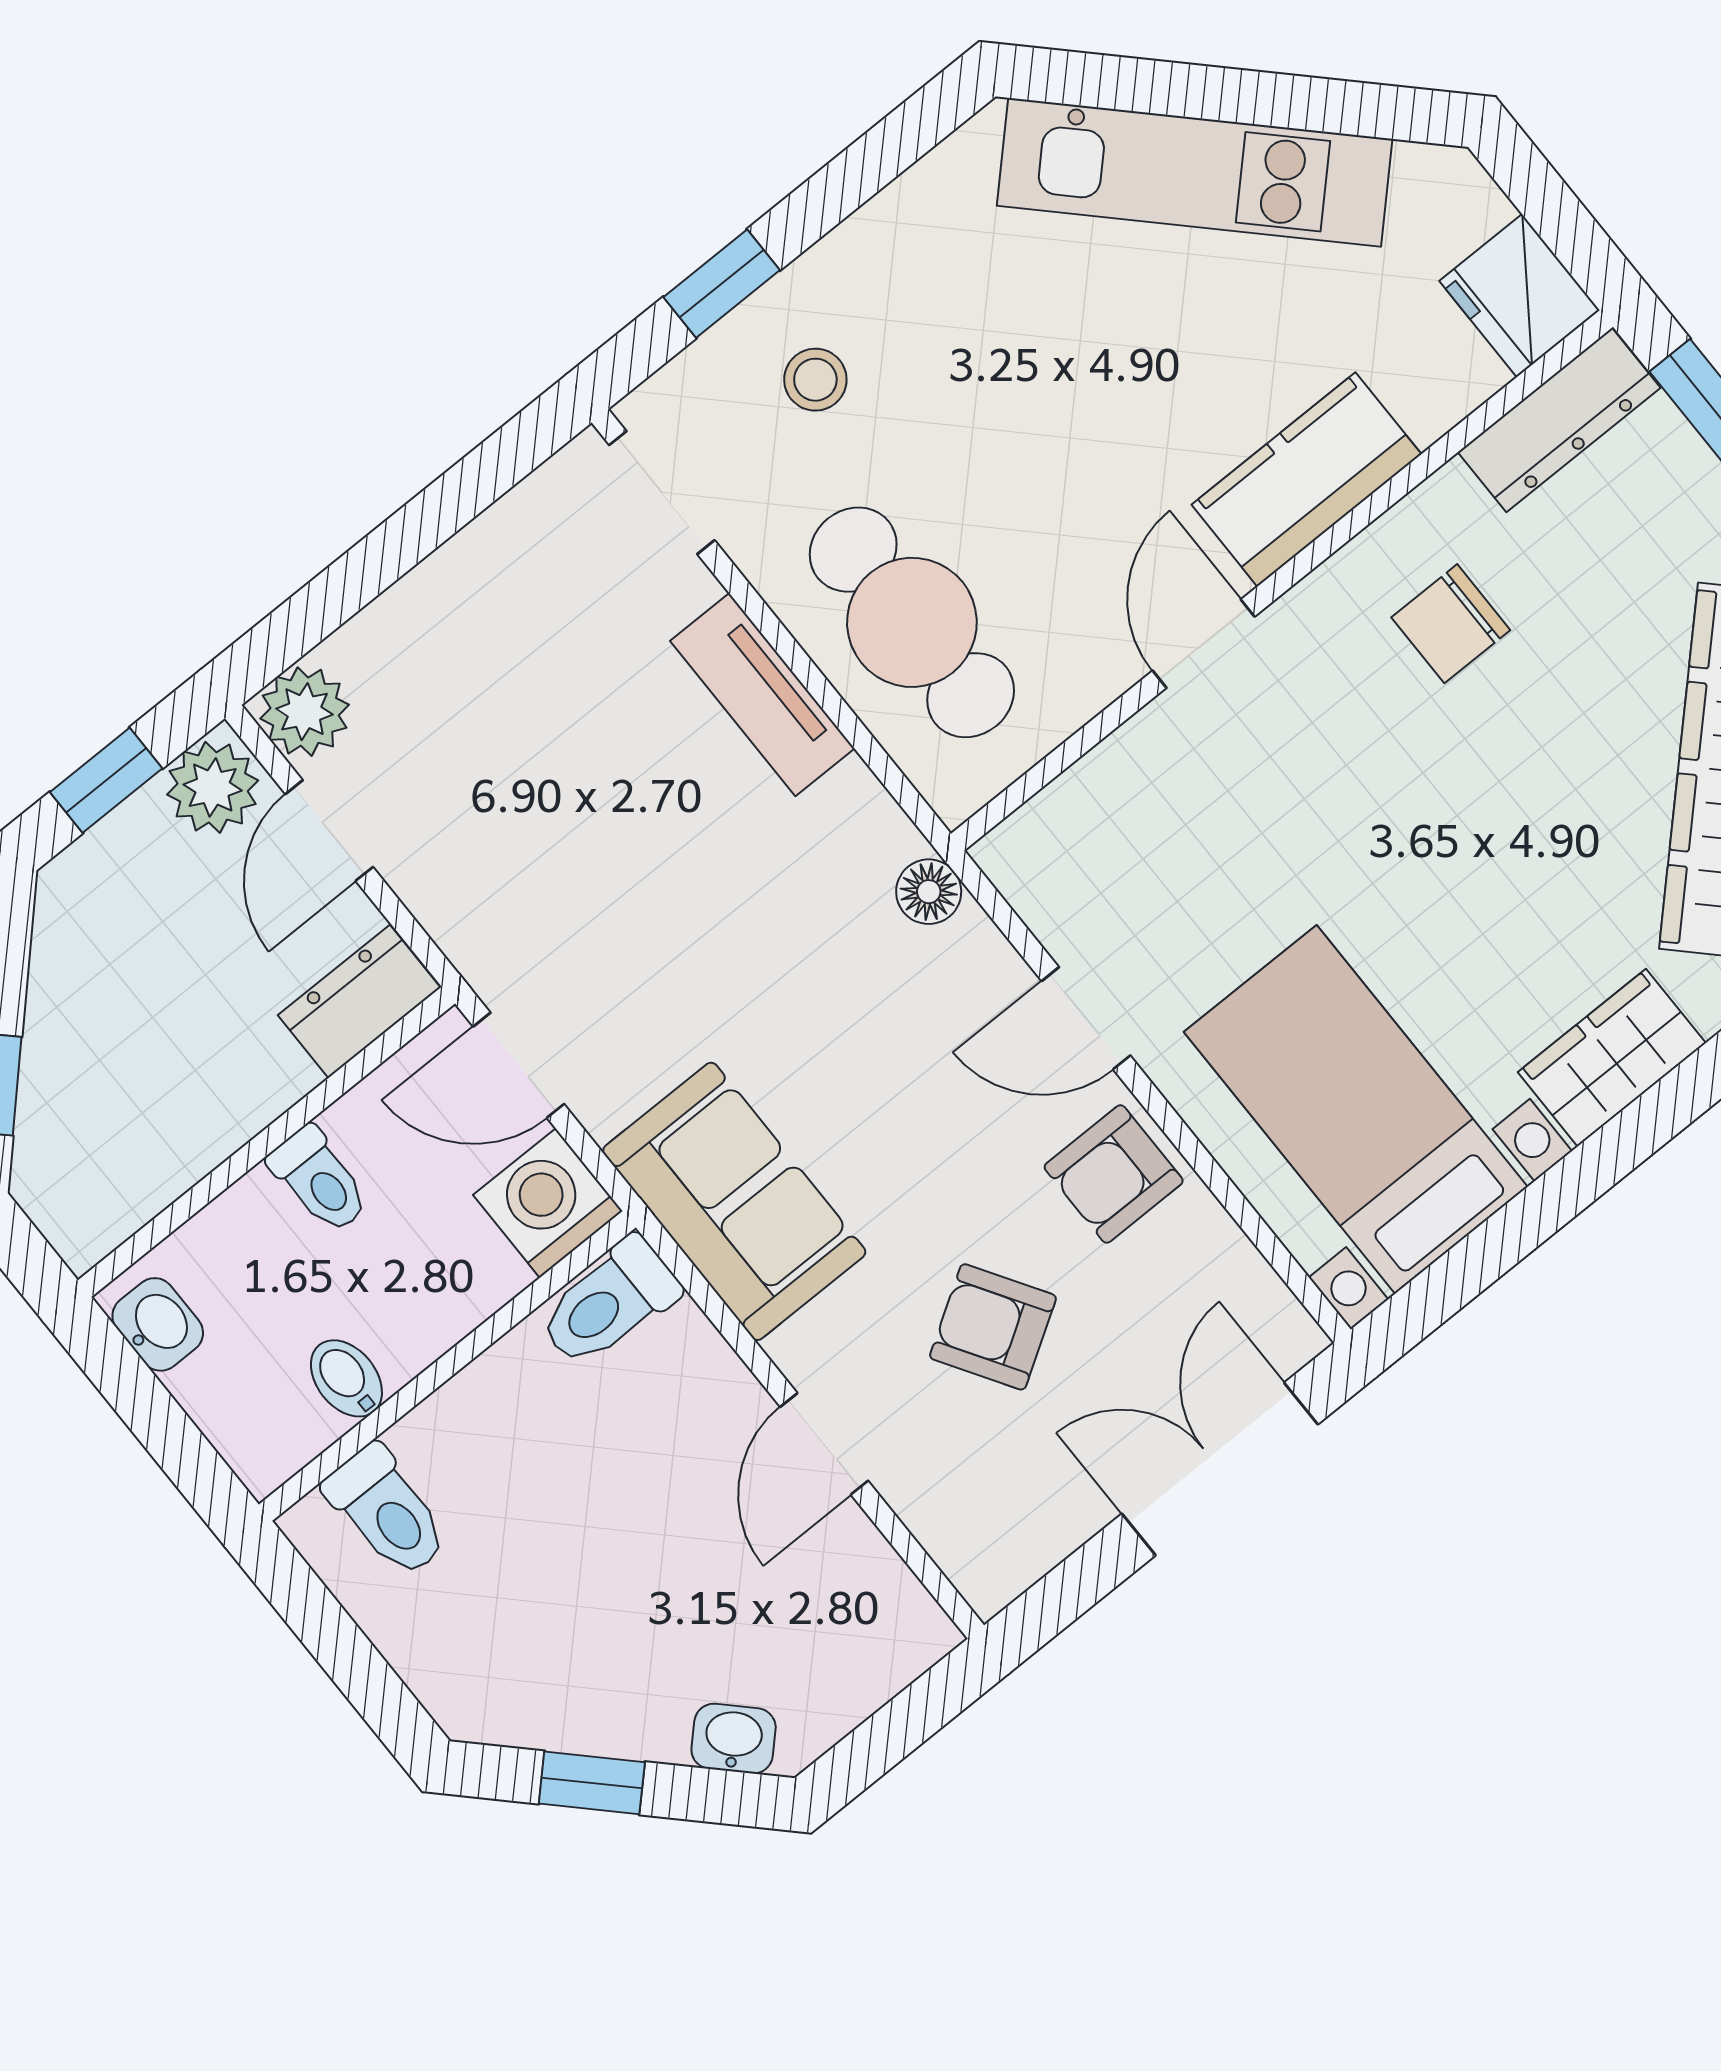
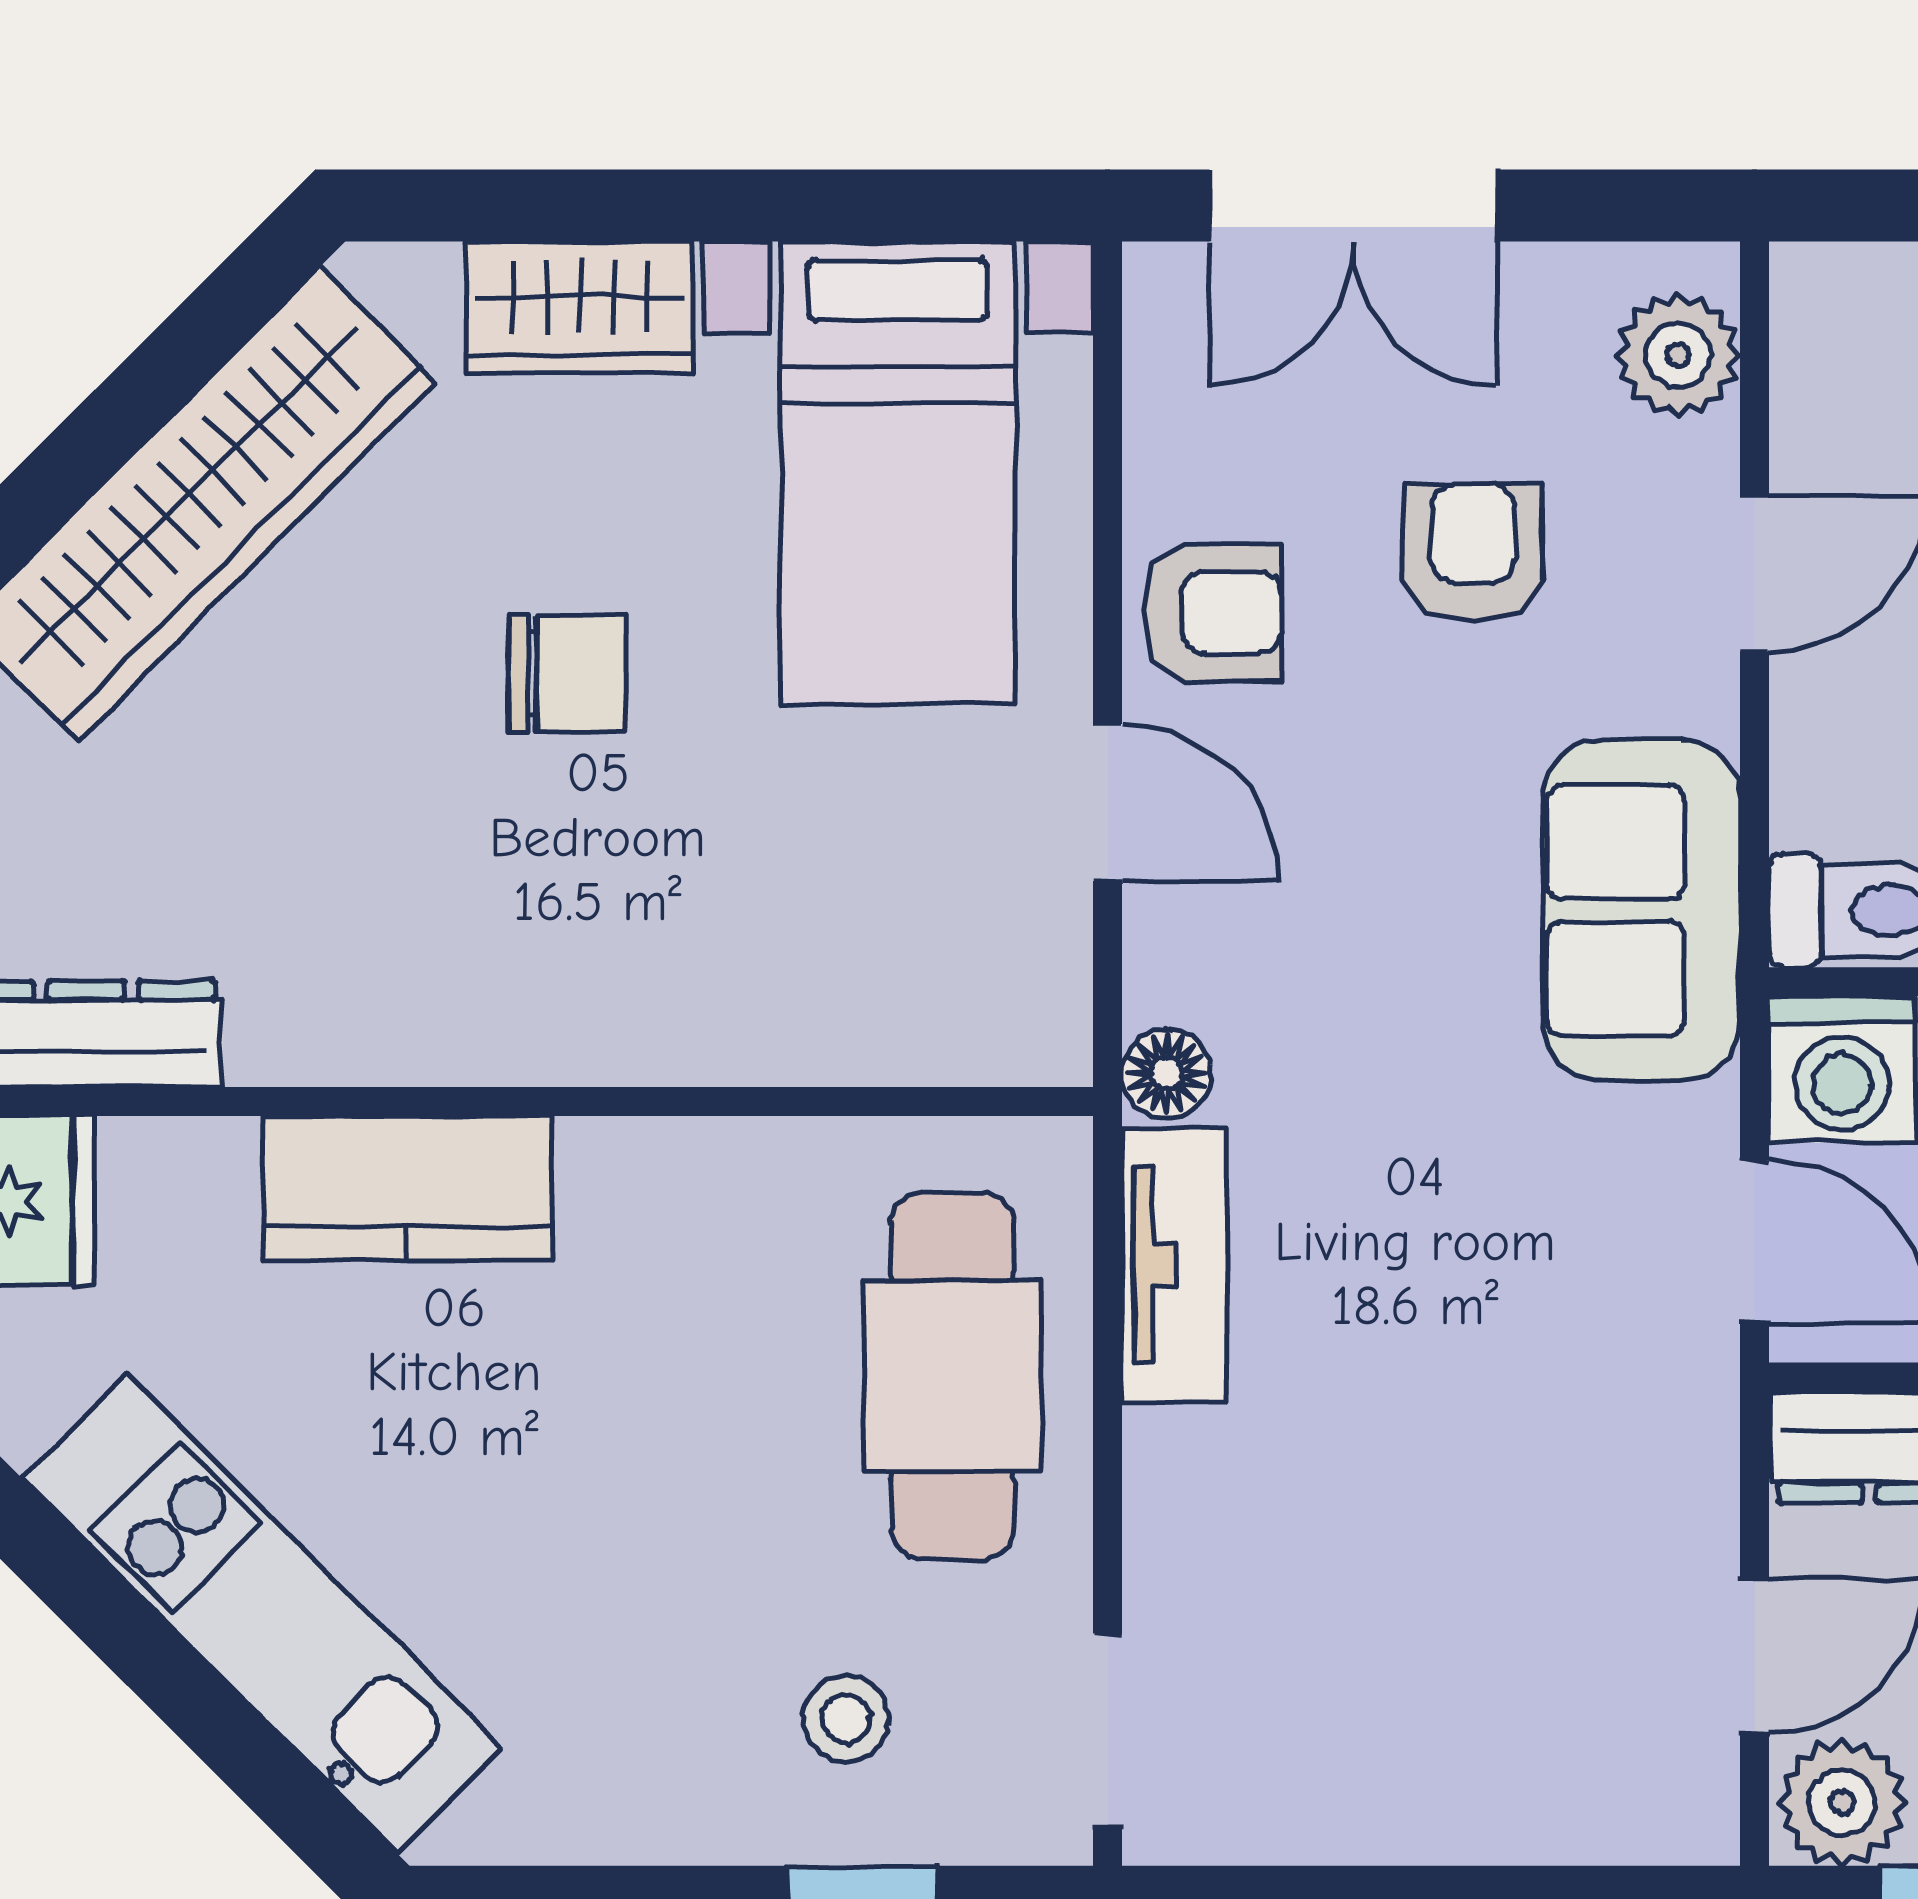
chair: (1451, 624) -> (567, 673), moved
door: (1204, 644) -> (659, 1102), removed
tv unit: (762, 695) -> (1174, 1265), moved
plant: (305, 712) -> (1678, 355), moved
armchair: (993, 1327) -> (1473, 553), turned -148

